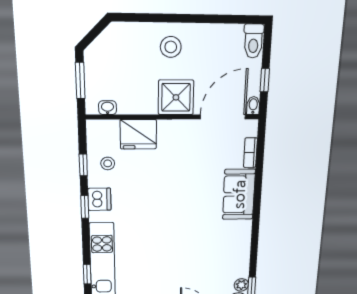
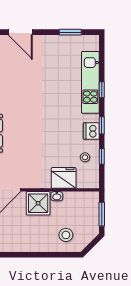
stool: (171, 47) -> (66, 235), moved
washbasin: (108, 108) -> (57, 196), moved
window: (87, 274) -> (102, 90), moved

